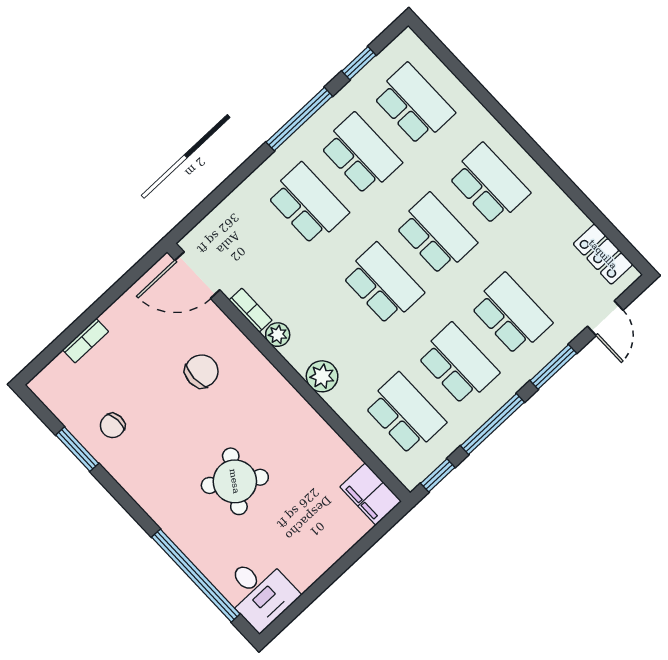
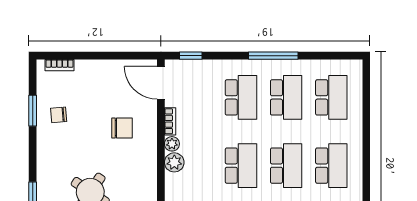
window: (359, 63) -> (191, 56), moved
bookcase: (86, 341) -> (60, 65), moved
plant: (322, 376) -> (174, 162), moved

